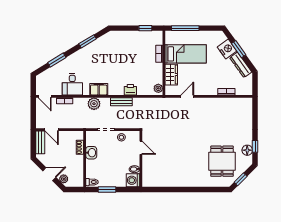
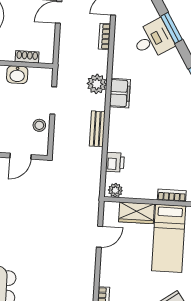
desk: (72, 84) -> (153, 40), moved, turned 149
printer: (130, 90) -> (115, 162), moved
door: (187, 96) -> (99, 237), hinge flipped

